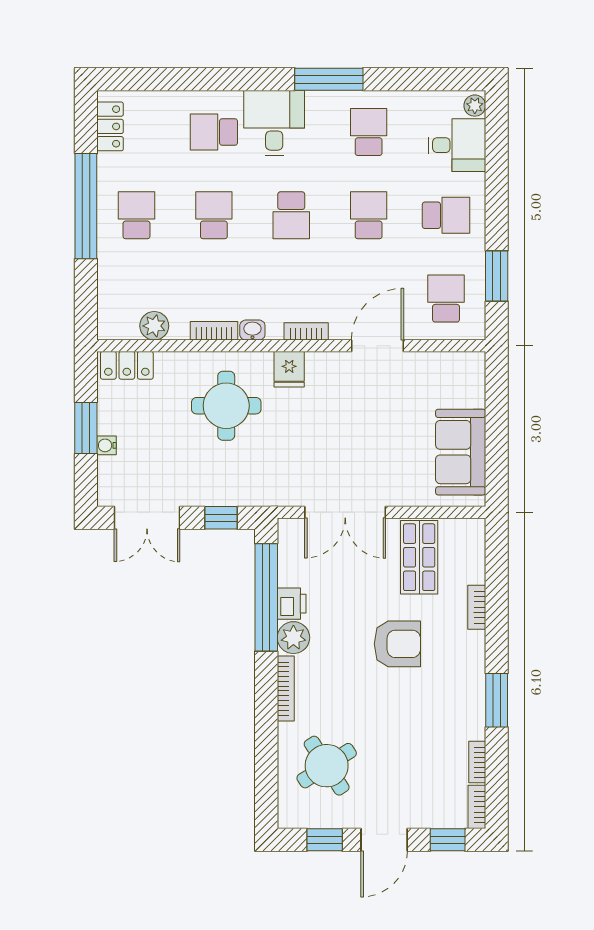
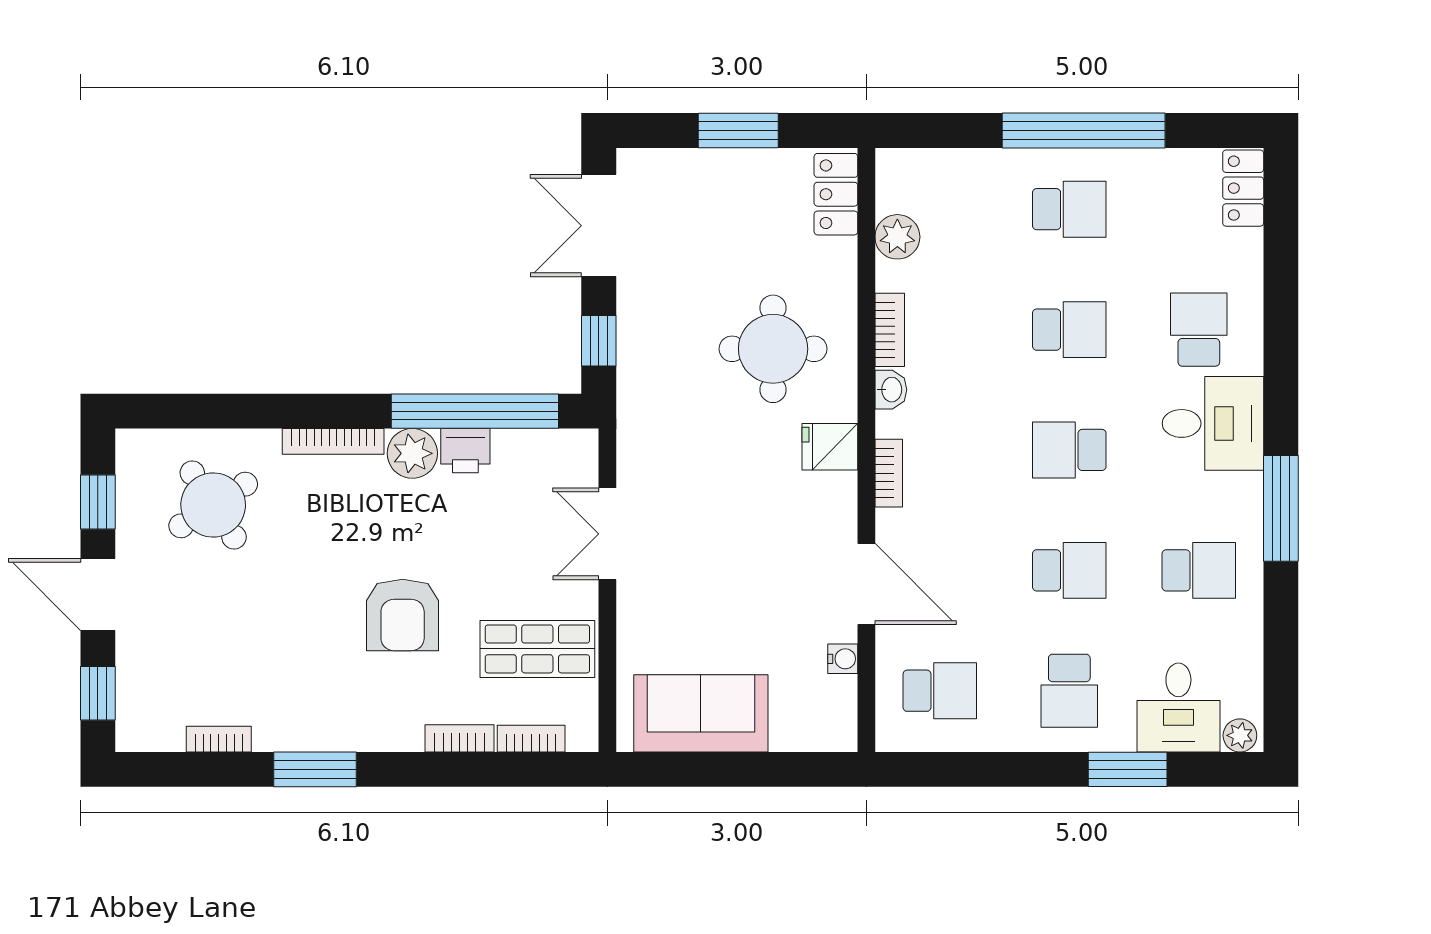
locker: (110, 126) -> (1243, 188), moved, turned 90
window: (497, 276) -> (1128, 769), moved
water cooler: (107, 445) -> (843, 659), moved, turned 90
double door: (345, 512) -> (607, 534), width x0.73
bookcase: (477, 807) -> (531, 739), moved

